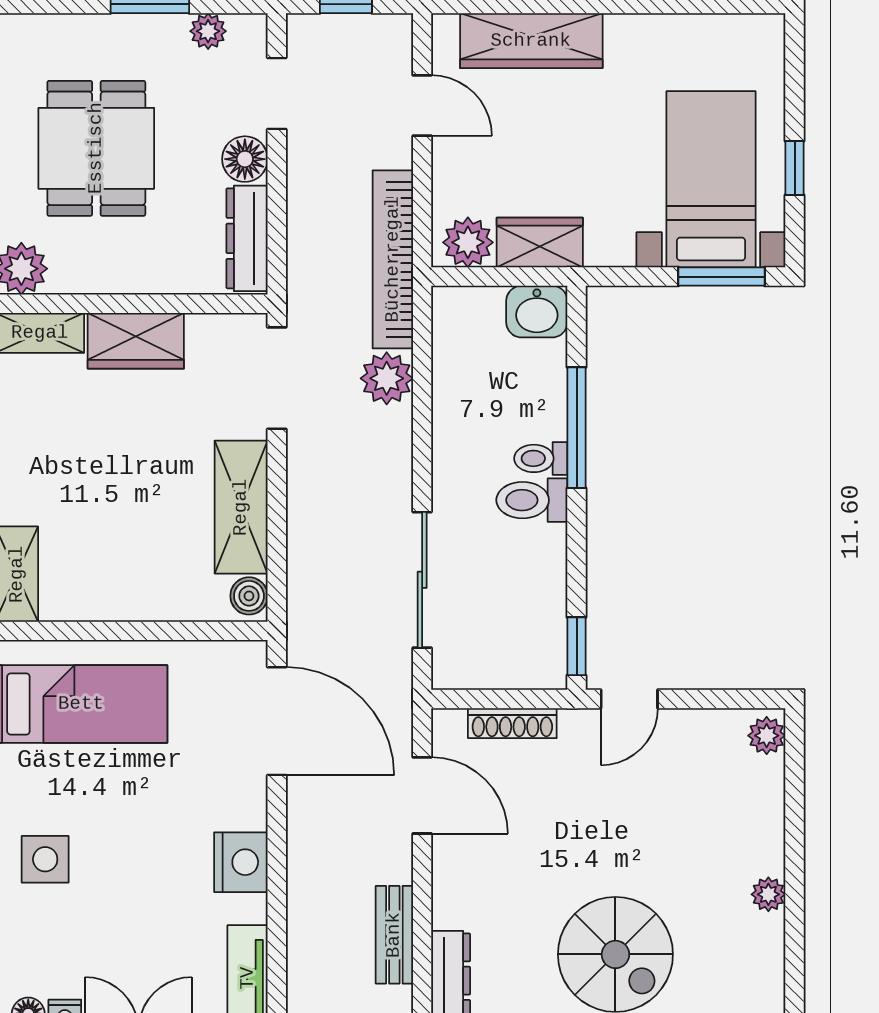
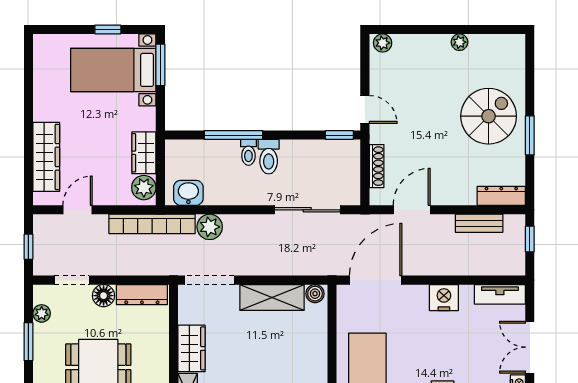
washbasin: (537, 312) -> (188, 193), moved, turned -90

